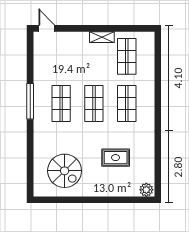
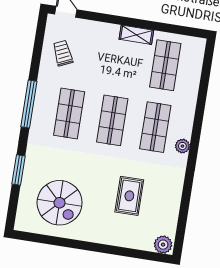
trolley: (49, 59) -> (63, 53), added
plant: (149, 114) -> (182, 146), added
window: (30, 151) -> (18, 170), added
rug: (116, 158) -> (129, 196), turned 90

